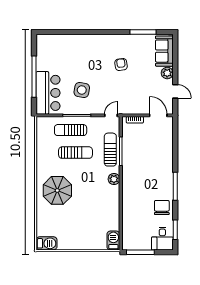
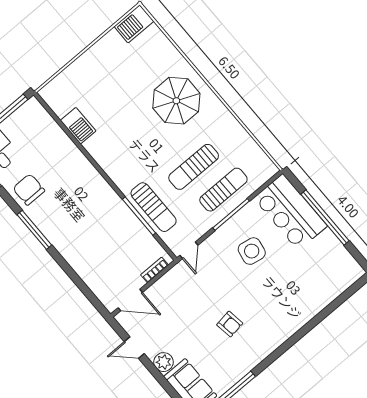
plant: (114, 179) -> (118, 174), removed
chair: (162, 208) -> (29, 189), turned 180
barbecue: (113, 240) -> (78, 126), moved

